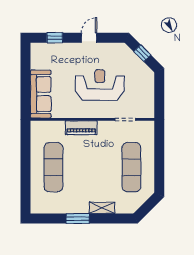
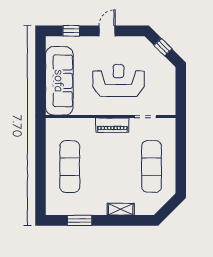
sofa: (41, 94) -> (59, 81), width x1.36, depth x1.27
piano: (81, 128) -> (112, 125), moved
window: (78, 219) -> (80, 220), moved

